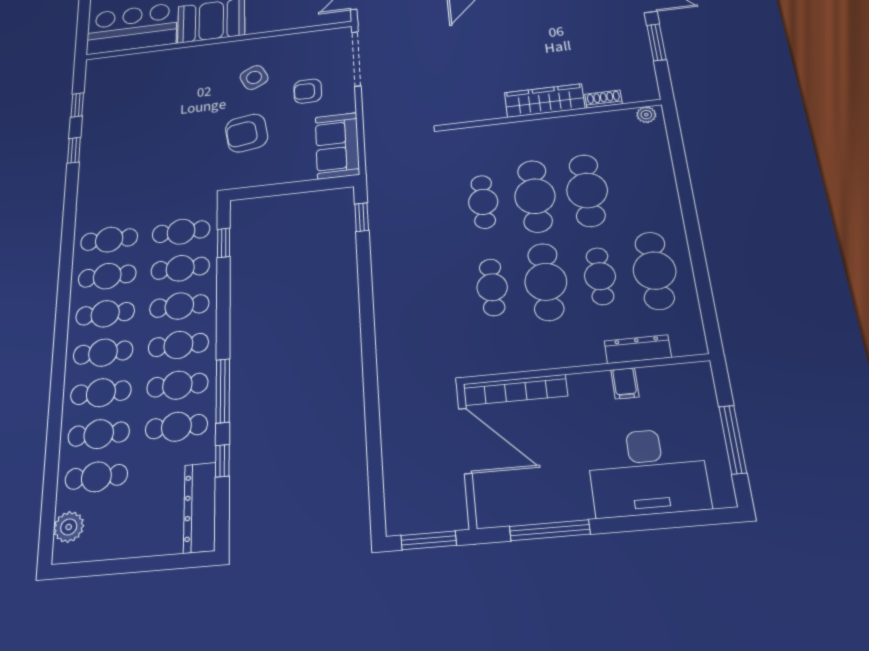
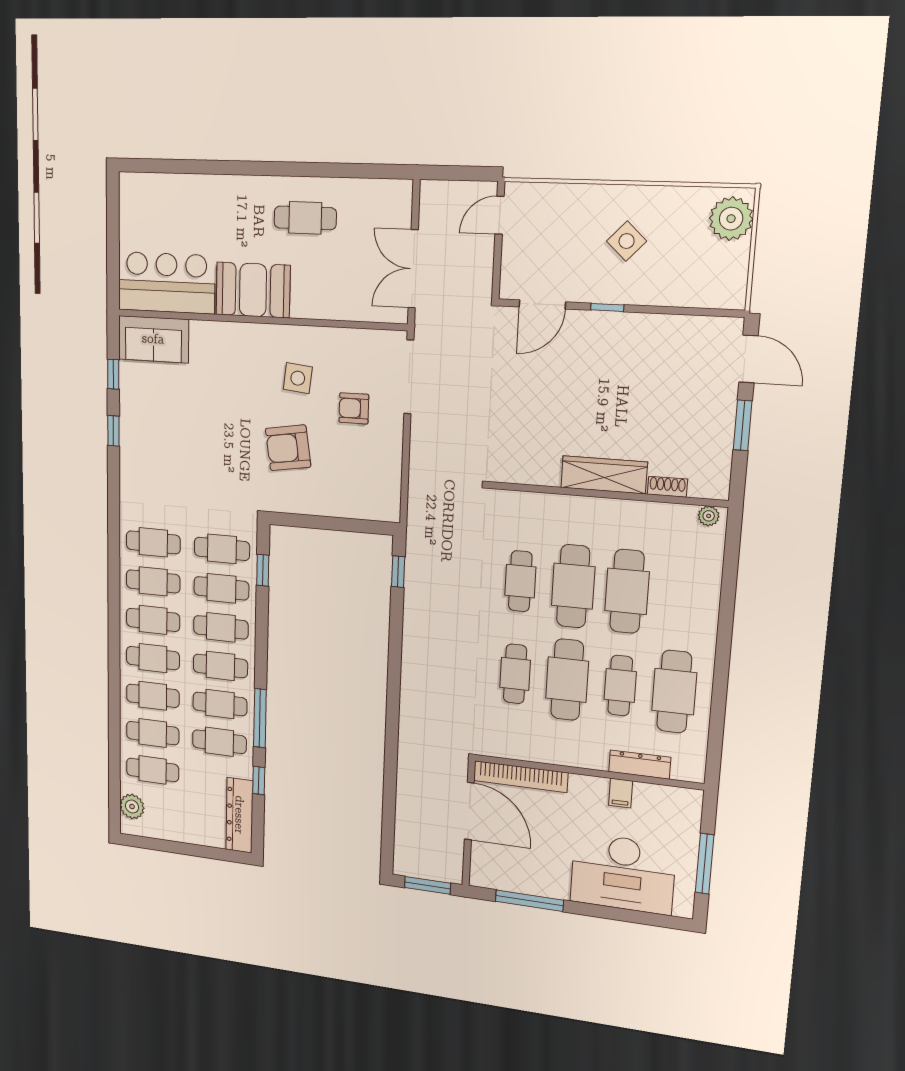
side table: (254, 77) -> (298, 378), turned 33
sofa: (337, 146) -> (153, 339), moved, turned -90

